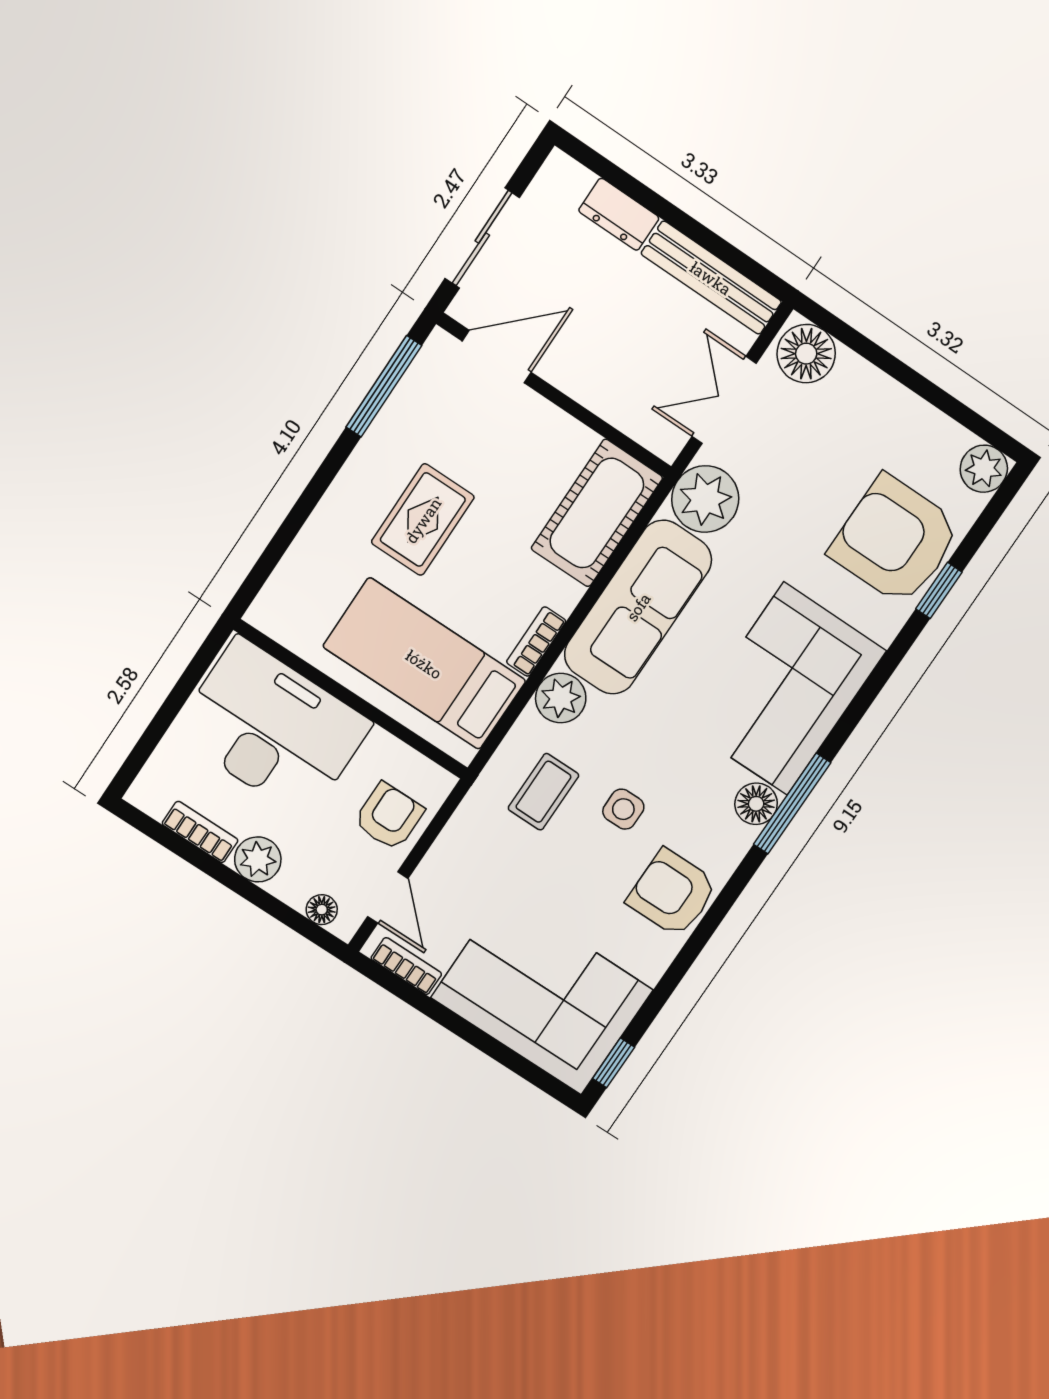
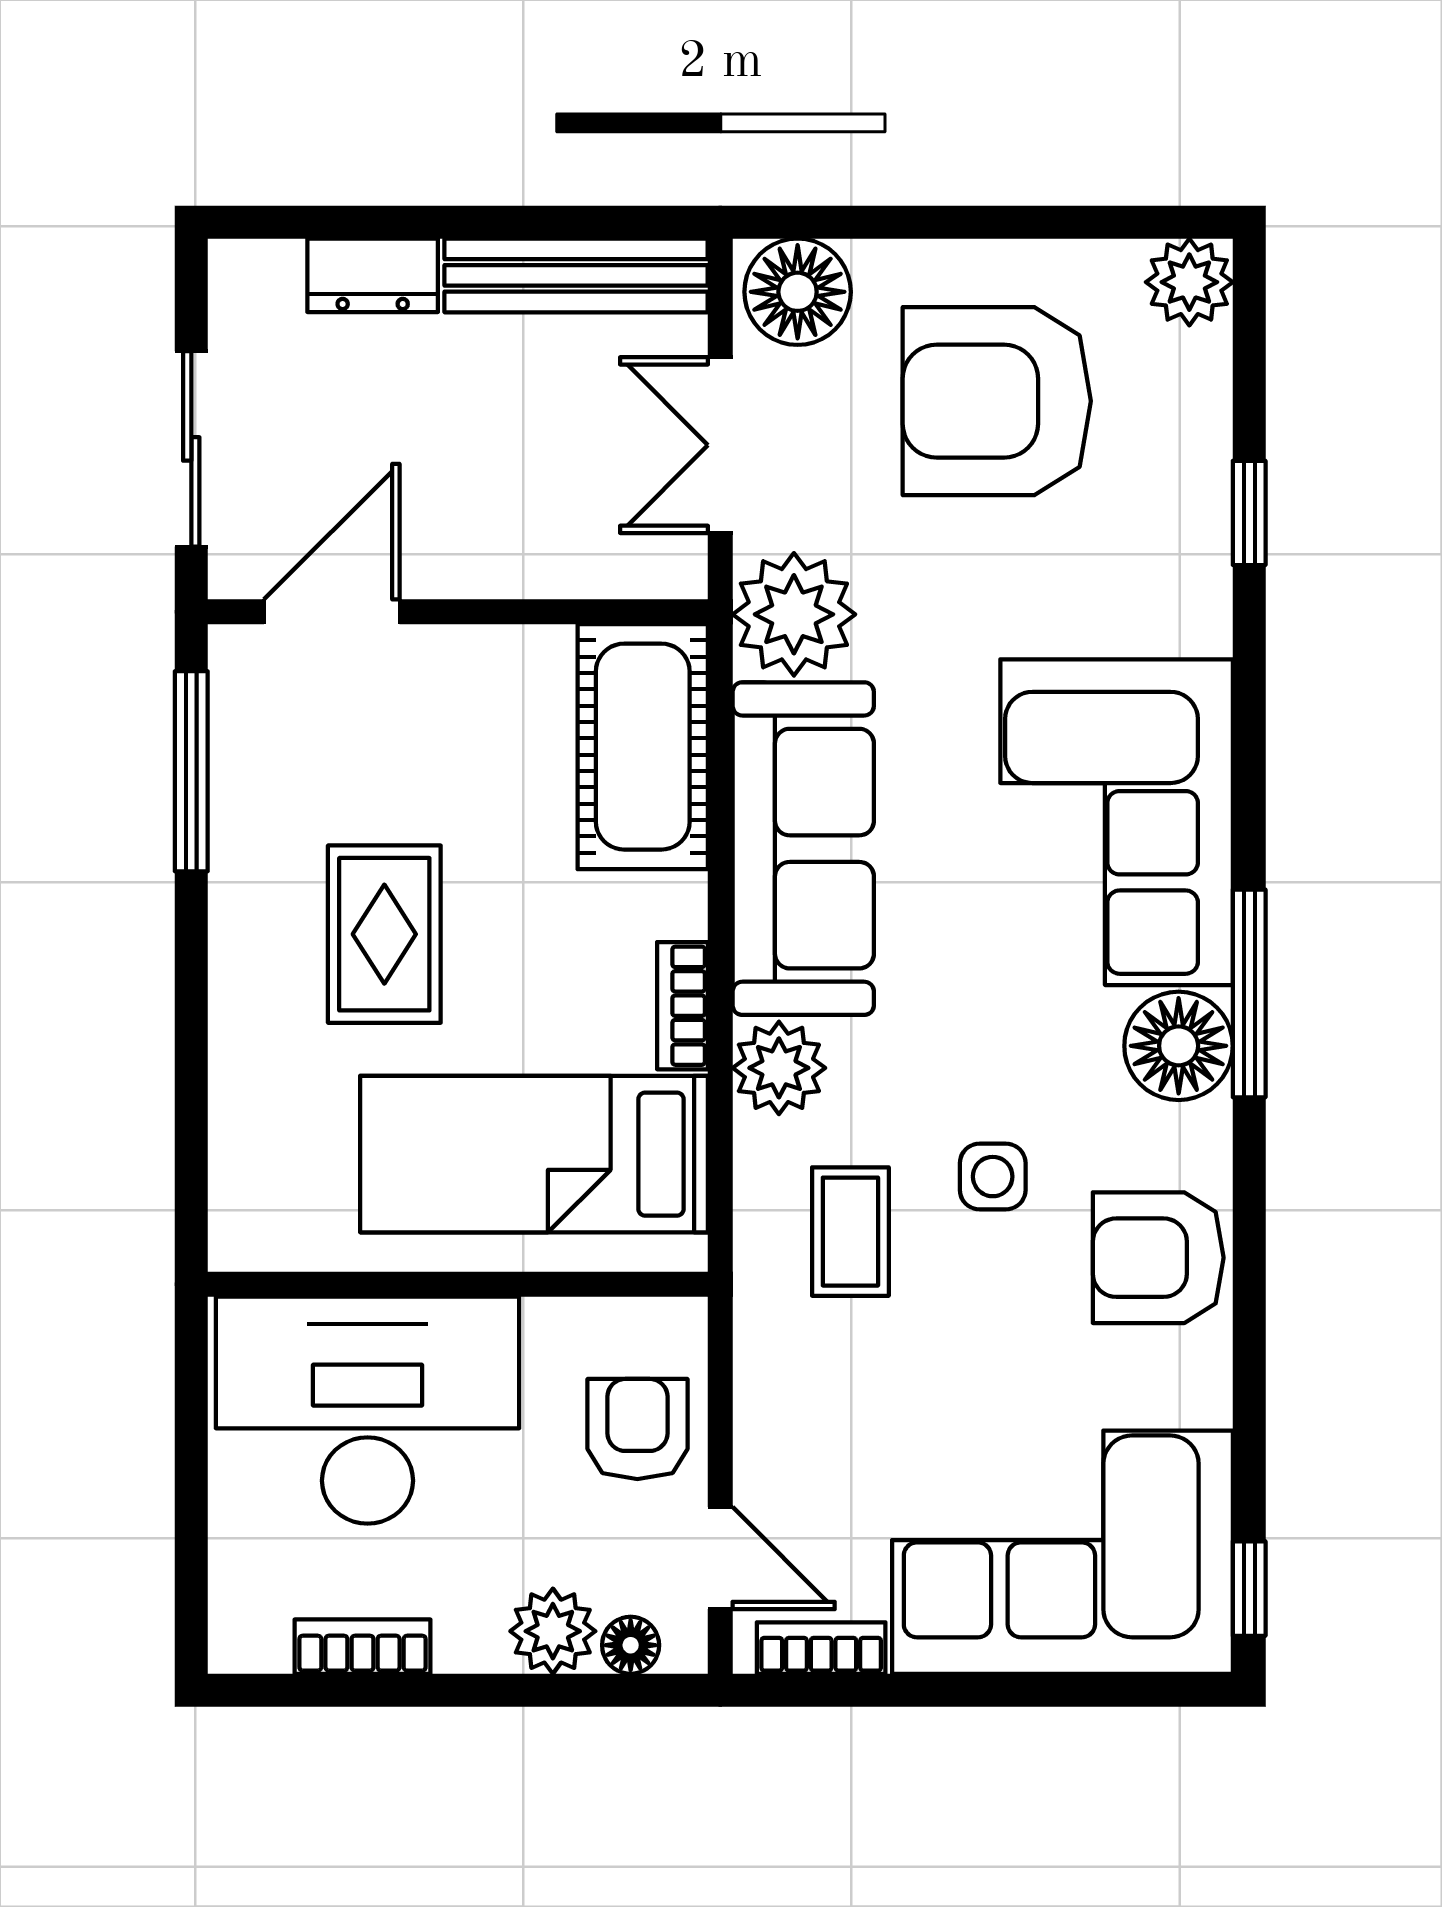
armchair: (895, 540) -> (997, 401), moved
floor lamp: (756, 804) -> (1179, 1046), width x1.38, depth x1.38
plant: (258, 859) -> (553, 1631), moved

